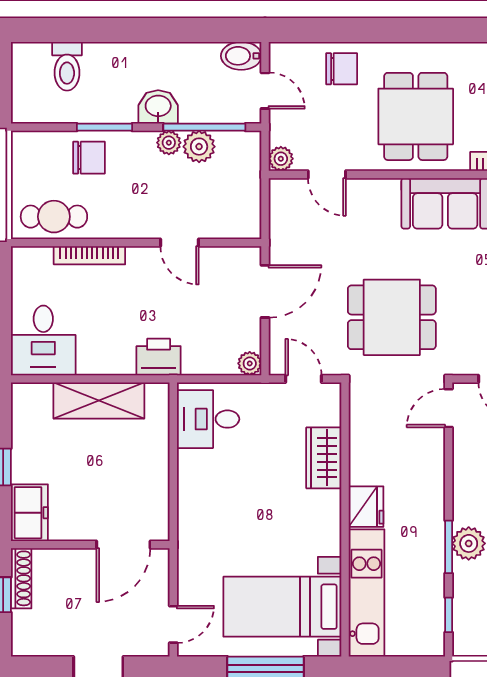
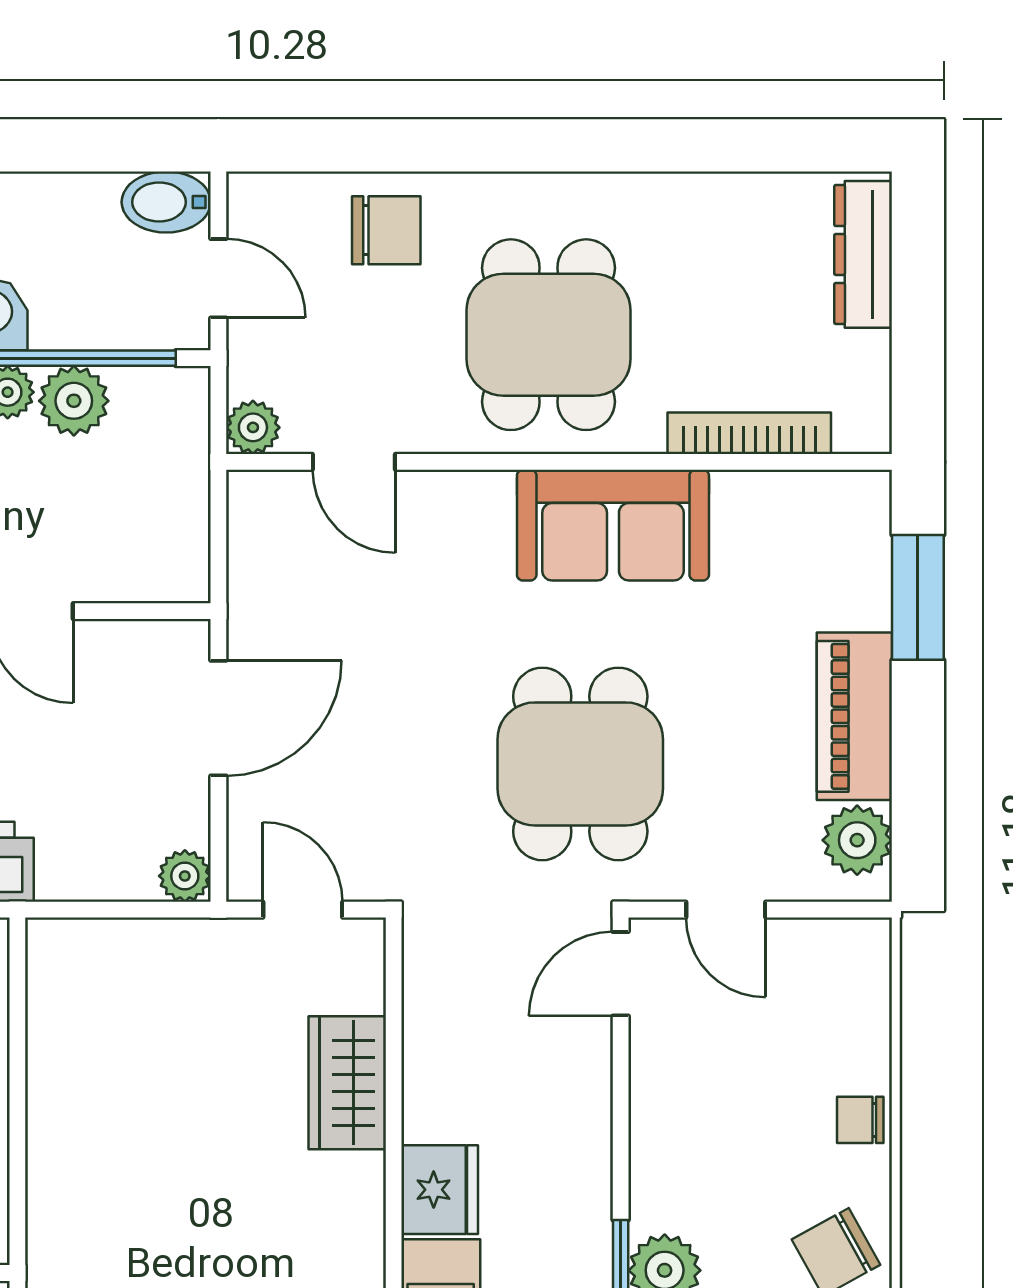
dining table: (392, 317) -> (580, 764), moved, turned 90
desk: (208, 419) -> (94, 998), removed

